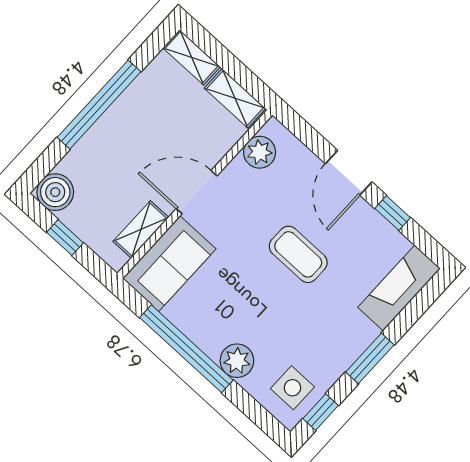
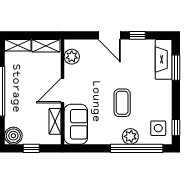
coffee table: (298, 254) -> (122, 103), moved, turned 90
window: (186, 349) -> (137, 148), moved
window: (370, 358) -> (176, 68), moved

